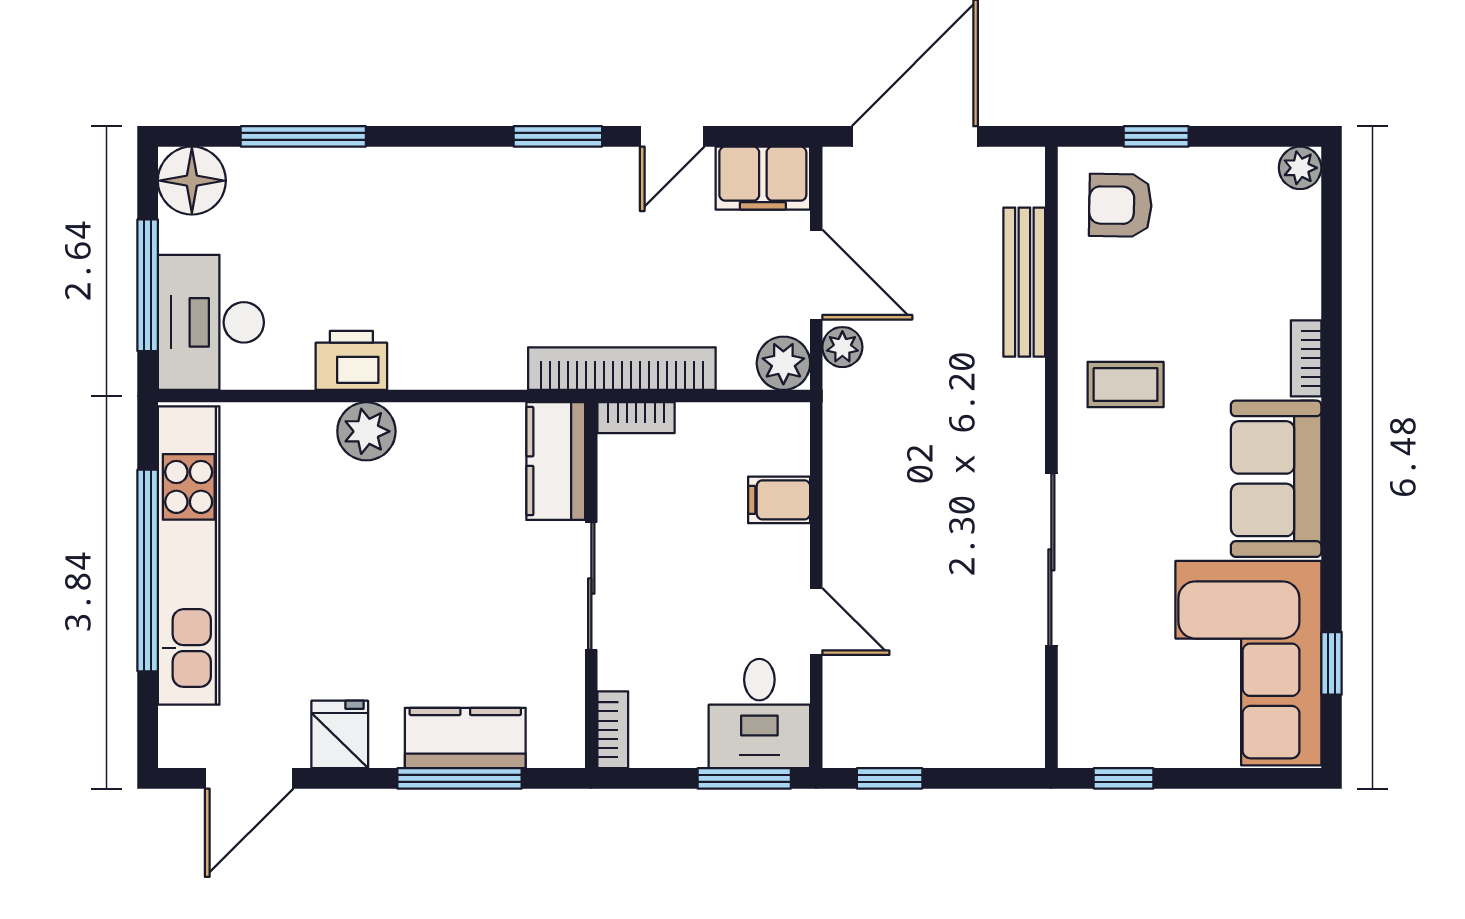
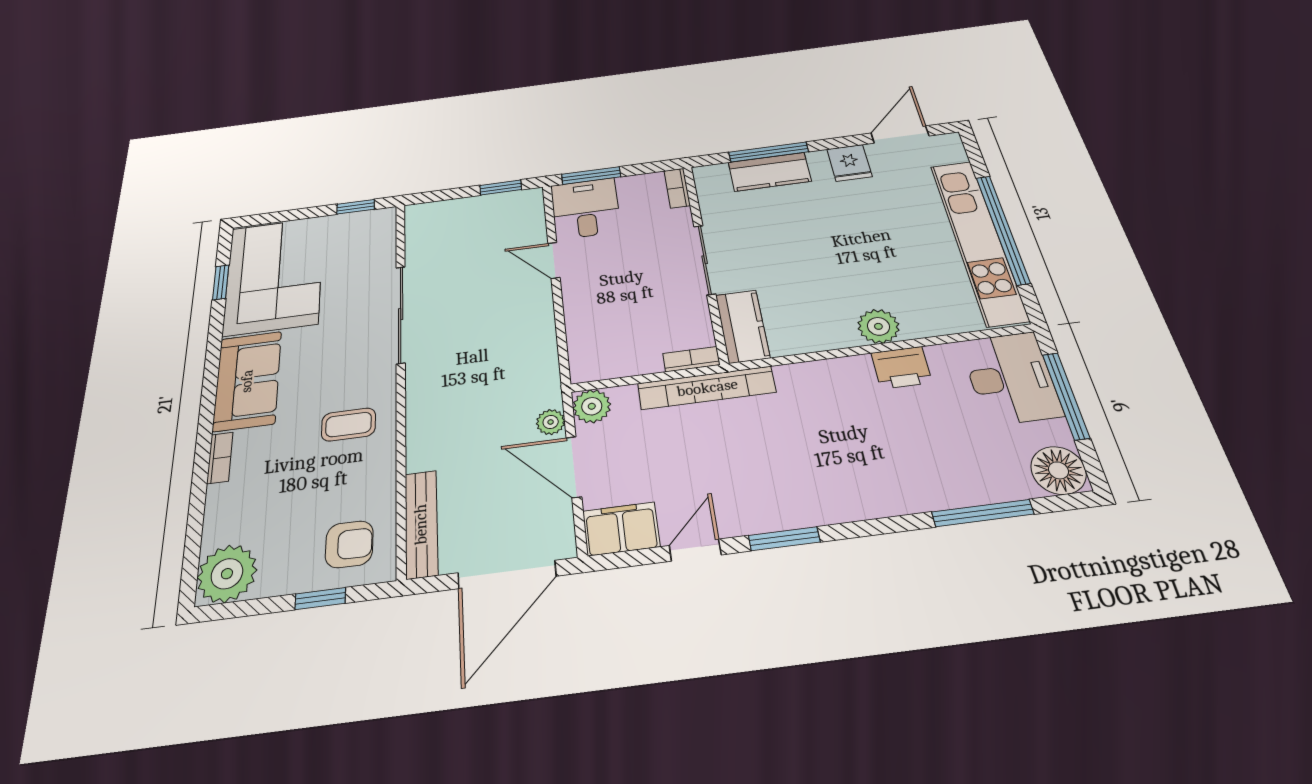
plant: (1300, 168) -> (227, 574), width x1.88, depth x1.88
bench: (1024, 282) -> (421, 524), moved
filing cabinet: (779, 500) -> (586, 324), removed

